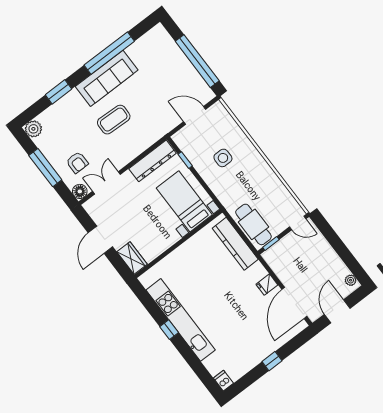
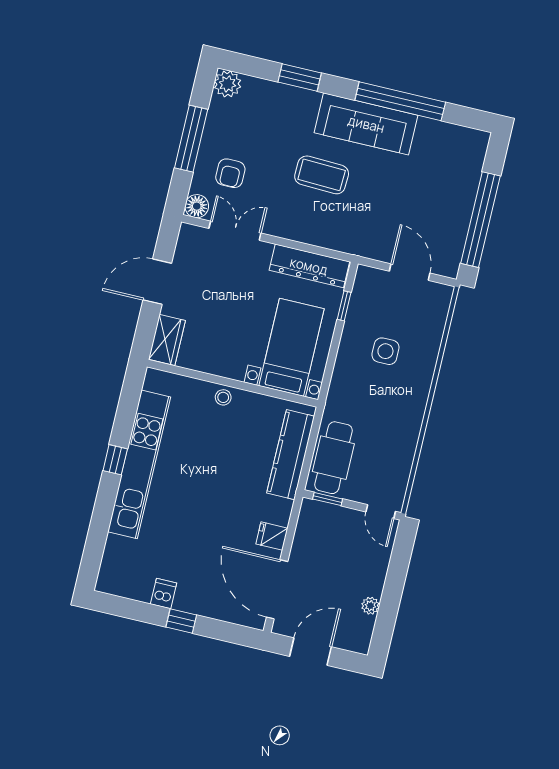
stool: (182, 254) -> (223, 397), added
plant: (351, 280) -> (370, 606), moved
door: (294, 303) -> (277, 589), hinge flipped
dishwasher: (223, 381) -> (164, 594), moved

